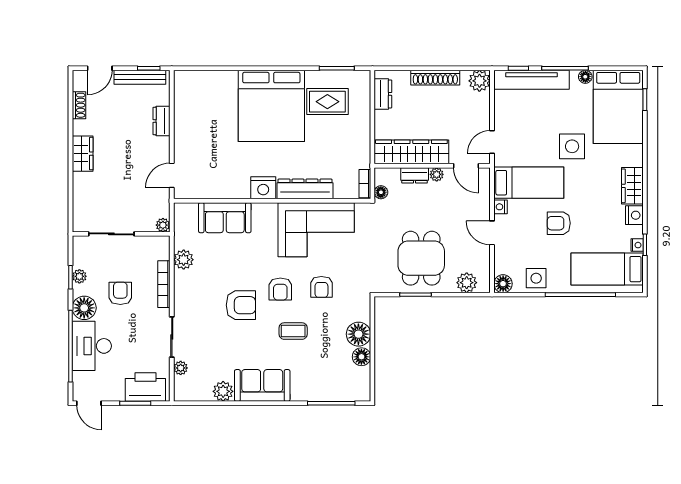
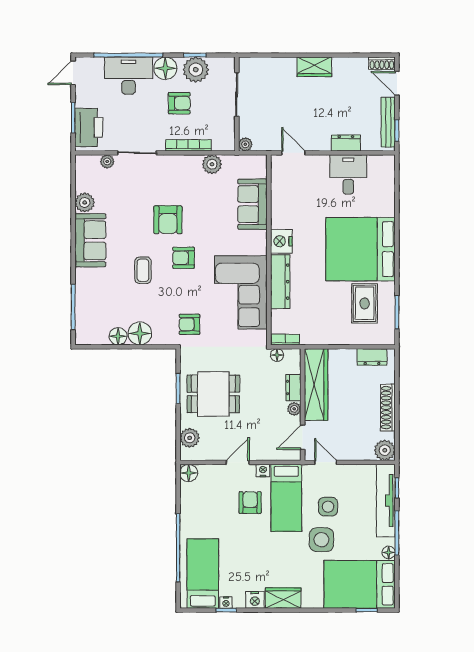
shoe rack: (79, 105) -> (382, 63), moved
desk: (194, 119) -> (348, 174), added
armchair: (559, 223) -> (250, 503), moved
plant: (79, 276) -> (196, 70), width x1.87, depth x1.87
side table: (536, 278) -> (328, 507), moved
armchair: (321, 287) -> (189, 324), moved

